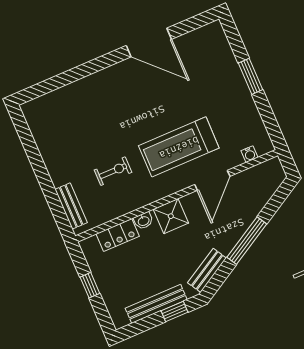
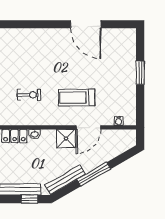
treadmill: (179, 147) -> (76, 97), width x0.73, depth x0.73
shower: (171, 216) -> (66, 139), moved
bench: (207, 270) -> (65, 180), width x1.36

